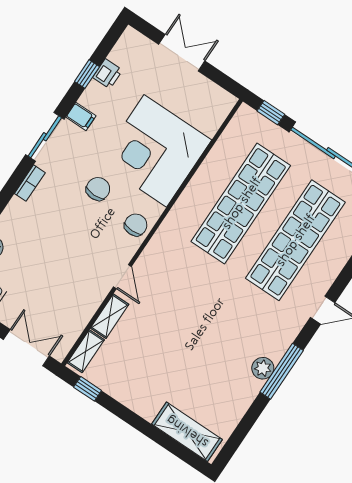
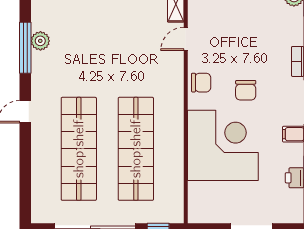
chair: (136, 225) -> (201, 83), turned -90
door: (122, 277) -> (186, 39), hinge flipped

